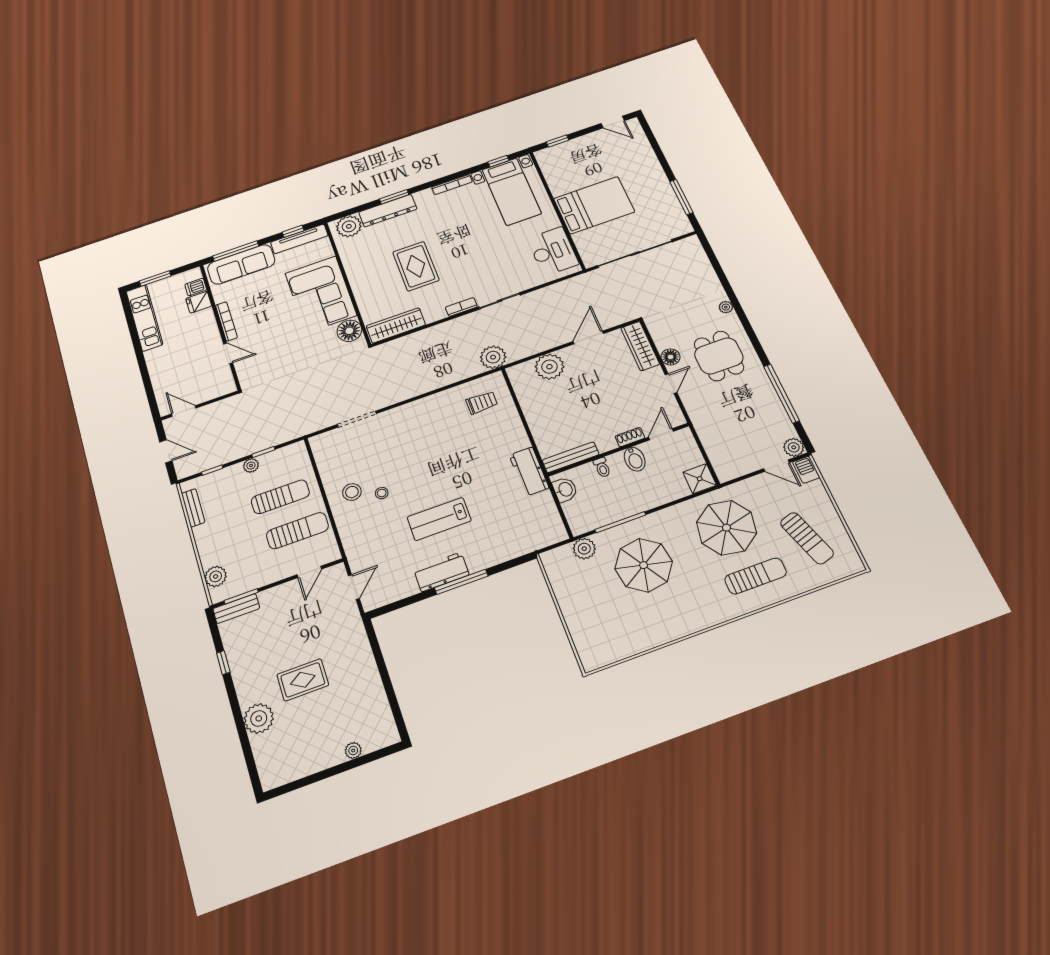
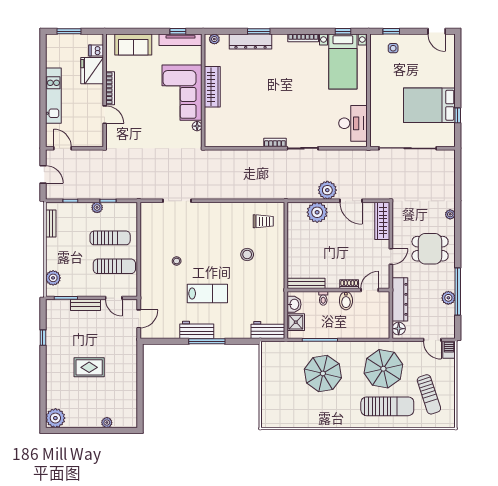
side table: (568, 157) -> (393, 48), added
window: (681, 197) -> (458, 115), width x0.46
bed: (594, 205) -> (429, 105), moved, turned 180
plant: (349, 226) -> (214, 39), width x0.53, depth x0.53
window: (236, 251) -> (132, 31), removed
sofa: (241, 264) -> (133, 45), width x0.73
rug: (416, 266) -> (255, 97), removed
fridge: (199, 302) -> (92, 71), width x1.88, depth x1.34
kitchen unit: (144, 318) -> (53, 96), moved
wardrobe: (396, 325) -> (212, 87), moved, turned 90
floor lamp: (349, 331) -> (197, 126), width x0.53, depth x0.53
door: (588, 338) -> (351, 201), swing flipped
dining table: (719, 356) -> (430, 249), turned 90
plant: (493, 357) -> (327, 190), moved
floor lamp: (671, 357) -> (399, 329), moved
dresser: (708, 431) -> (400, 299), added
plant: (794, 447) -> (448, 298), moved
workbench: (529, 472) -> (268, 330), moved, turned 90
shower: (700, 479) -> (296, 322), moved
stool: (352, 492) -> (247, 255), moved
lab bench: (439, 519) -> (207, 293), turned 180
plant: (584, 549) -> (291, 349), removed
door: (309, 572) -> (114, 298), hinge flipped
sun lounger: (756, 576) -> (387, 406), width x1.36, depth x1.34
bench: (236, 609) -> (85, 305), moved
plant: (259, 718) -> (55, 418), moved

